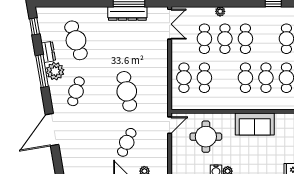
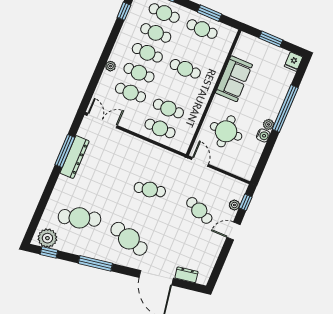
dresser: (48, 52) -> (186, 275), moved
plant: (55, 71) -> (47, 238), moved
cafe table: (266, 78) -> (156, 33), moved
cafe table: (76, 91) -> (129, 239), width x1.37, depth x1.35
cafe table: (127, 91) -> (150, 190), width x0.73, depth x0.74

